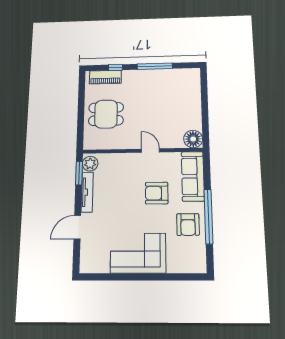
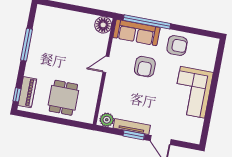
window: (115, 67) -> (17, 95), moved
window: (79, 173) -> (134, 135), moved
window: (208, 216) -> (147, 22), moved

